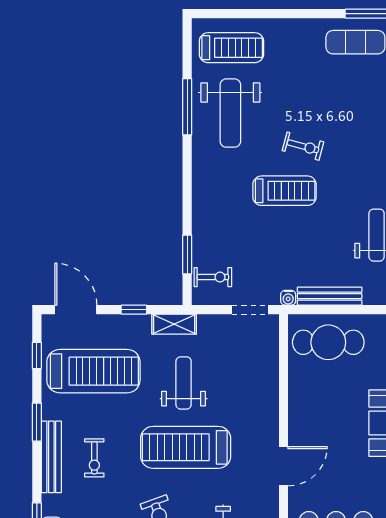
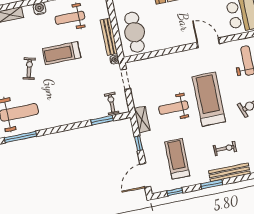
treadmill: (284, 191) -> (62, 53), moved, turned -90
treadmill: (93, 371) -> (177, 159), width x0.73, depth x0.73
treadmill: (186, 447) -> (209, 99), turned 180

